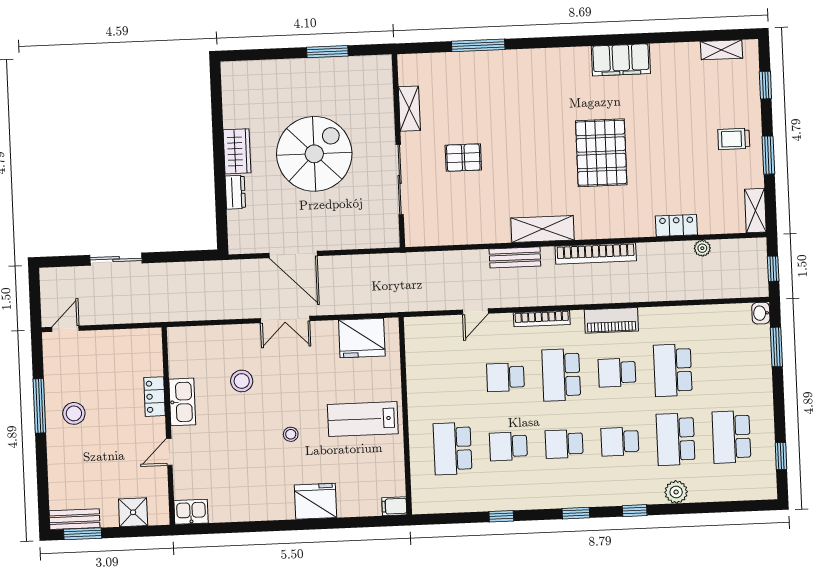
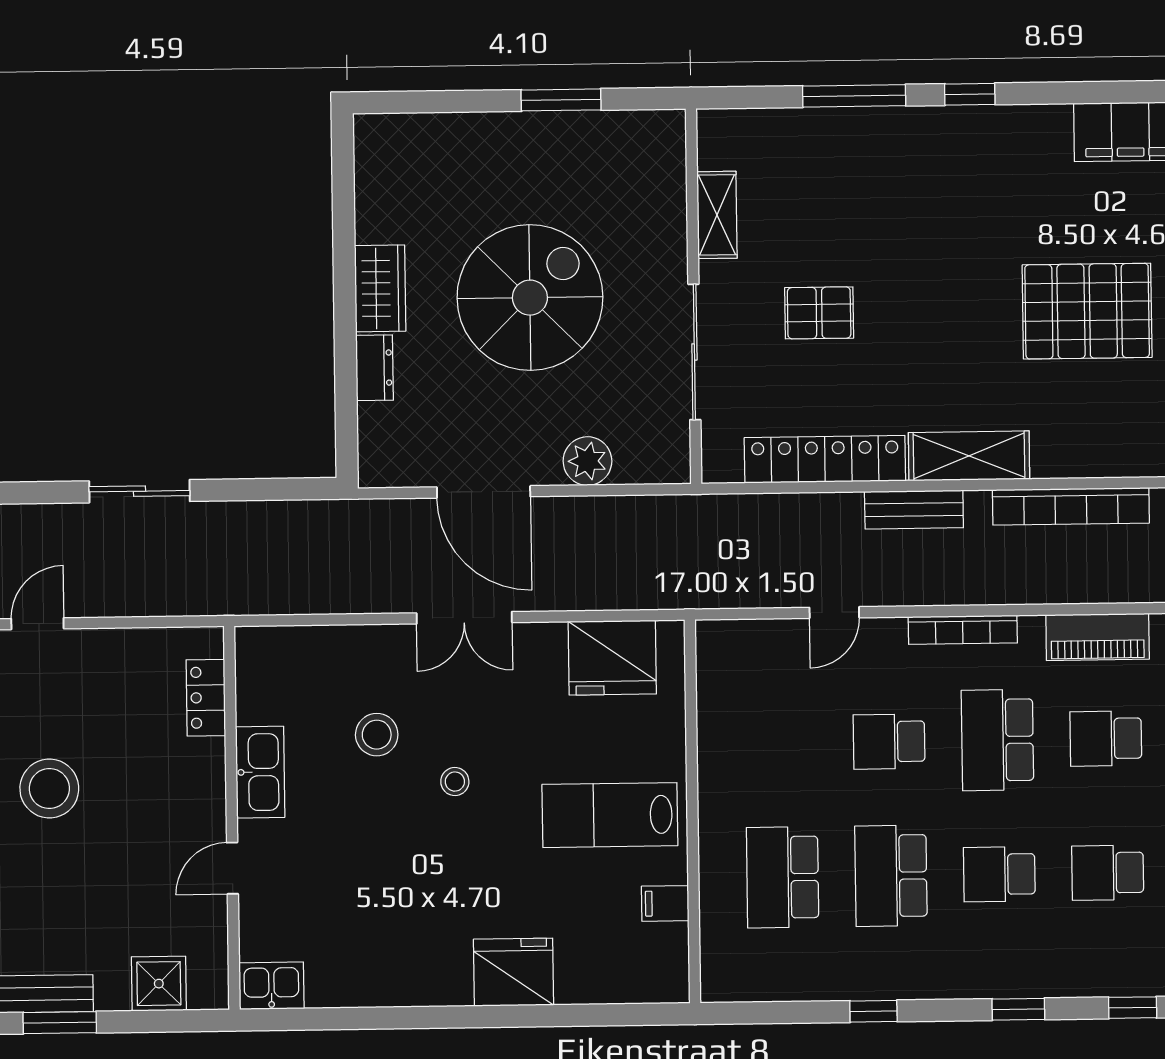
window: (538, 43) -> (970, 94), added
pallet: (601, 153) -> (1087, 311), turned 90
locker: (468, 233) -> (825, 459), added
plant: (346, 237) -> (587, 461), added
locker: (154, 397) -> (206, 698), moved
stool: (74, 413) -> (49, 789), width x1.38, depth x1.38
stool: (291, 434) -> (455, 782), moved
school desk: (508, 446) -> (891, 876), width x1.85
filing cabinet: (394, 506) -> (665, 903), moved

